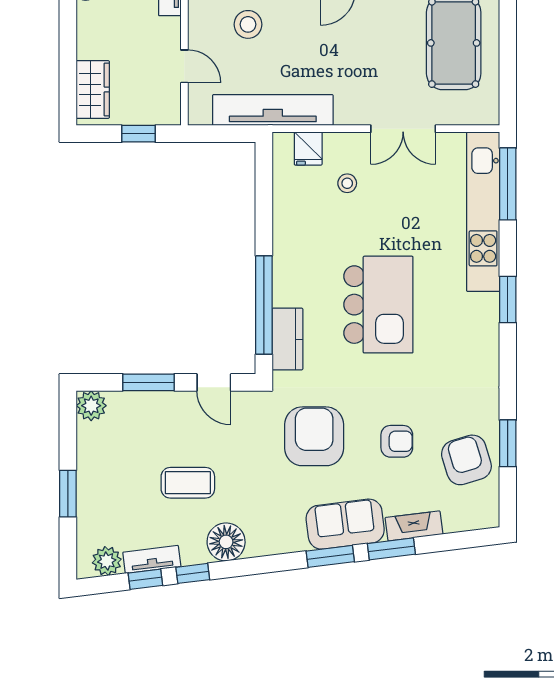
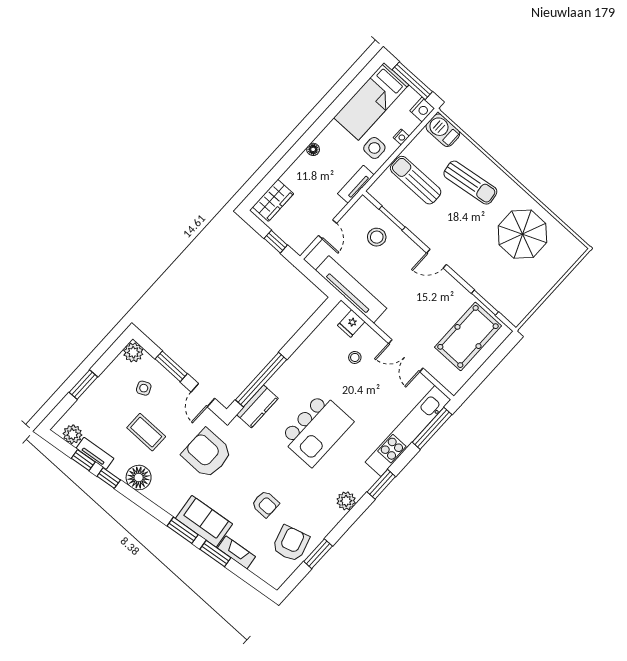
plant: (485, 355) -> (346, 501), added
side table: (140, 435) -> (144, 388), added
armchair: (314, 436) -> (207, 453), moved, turned -90

